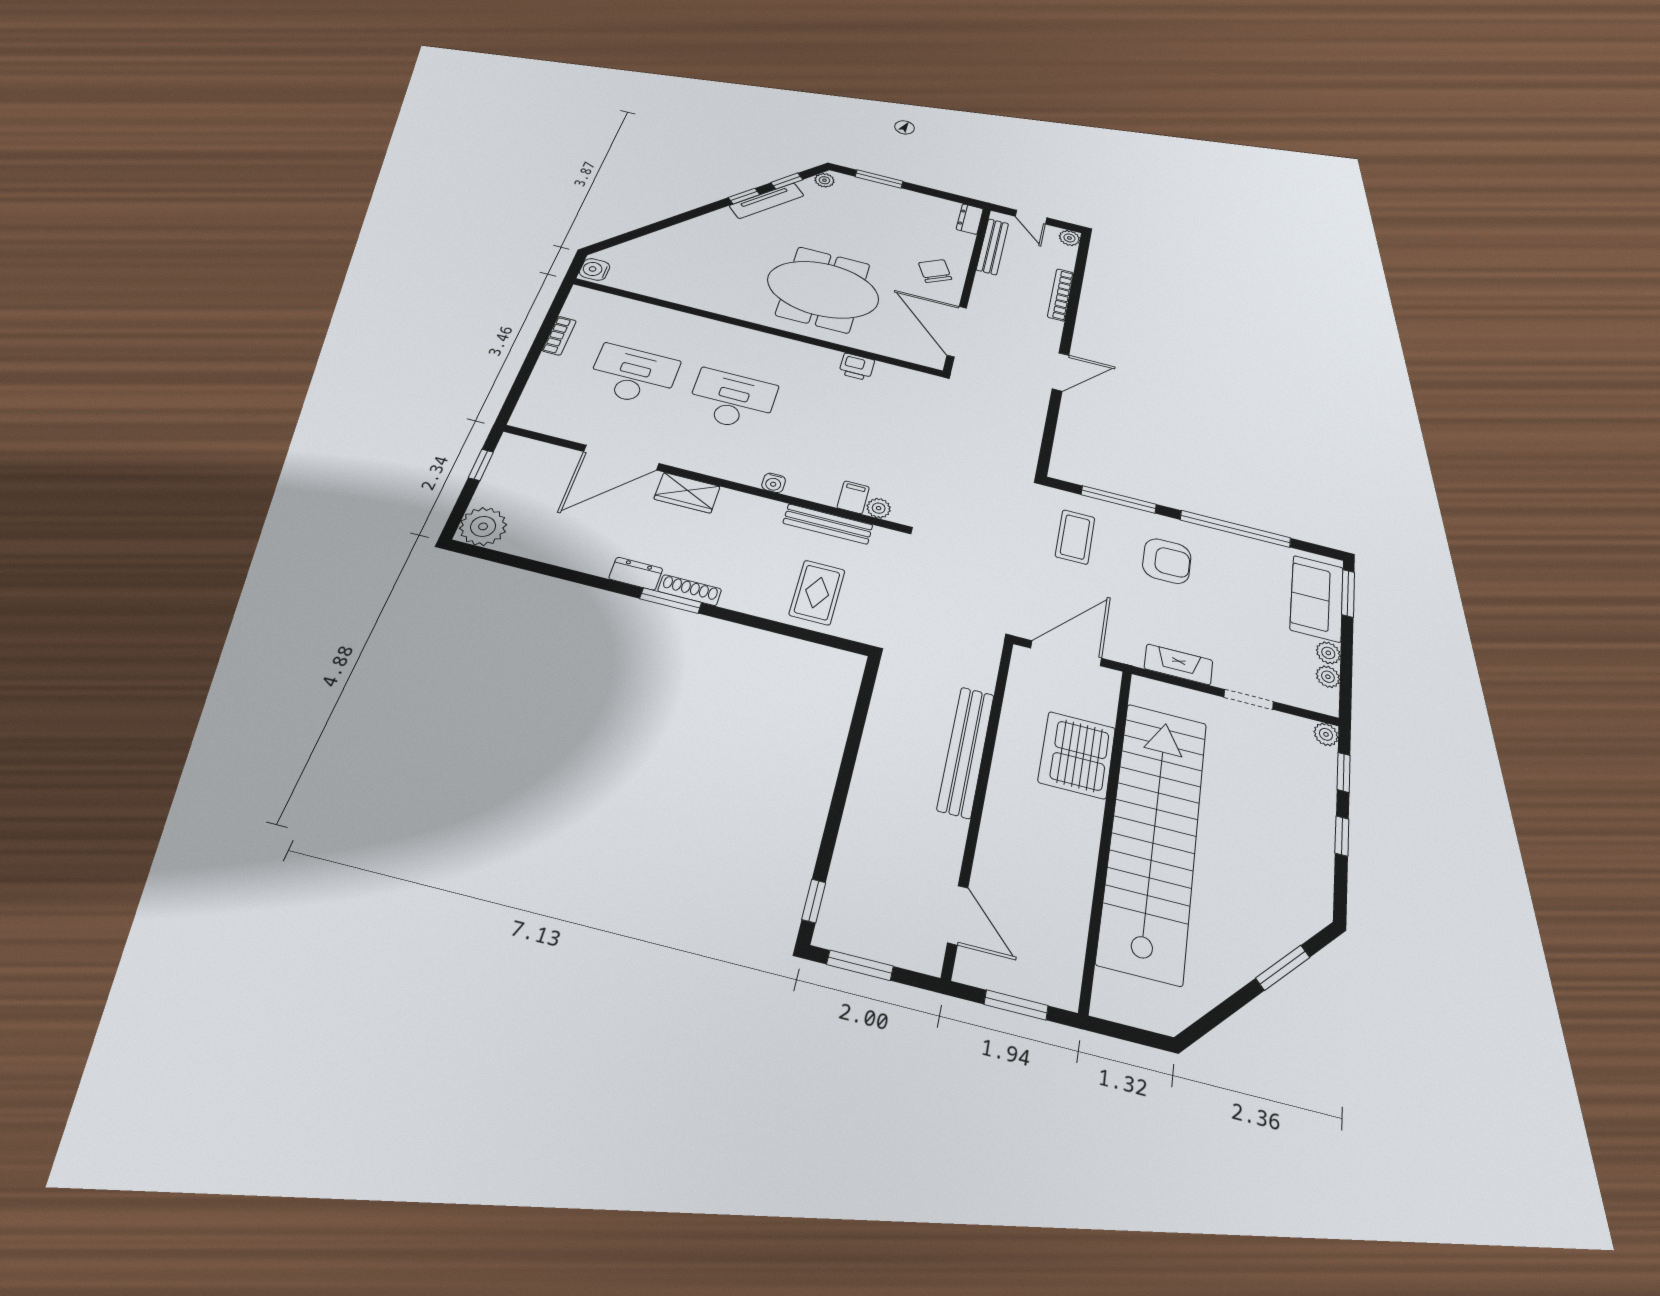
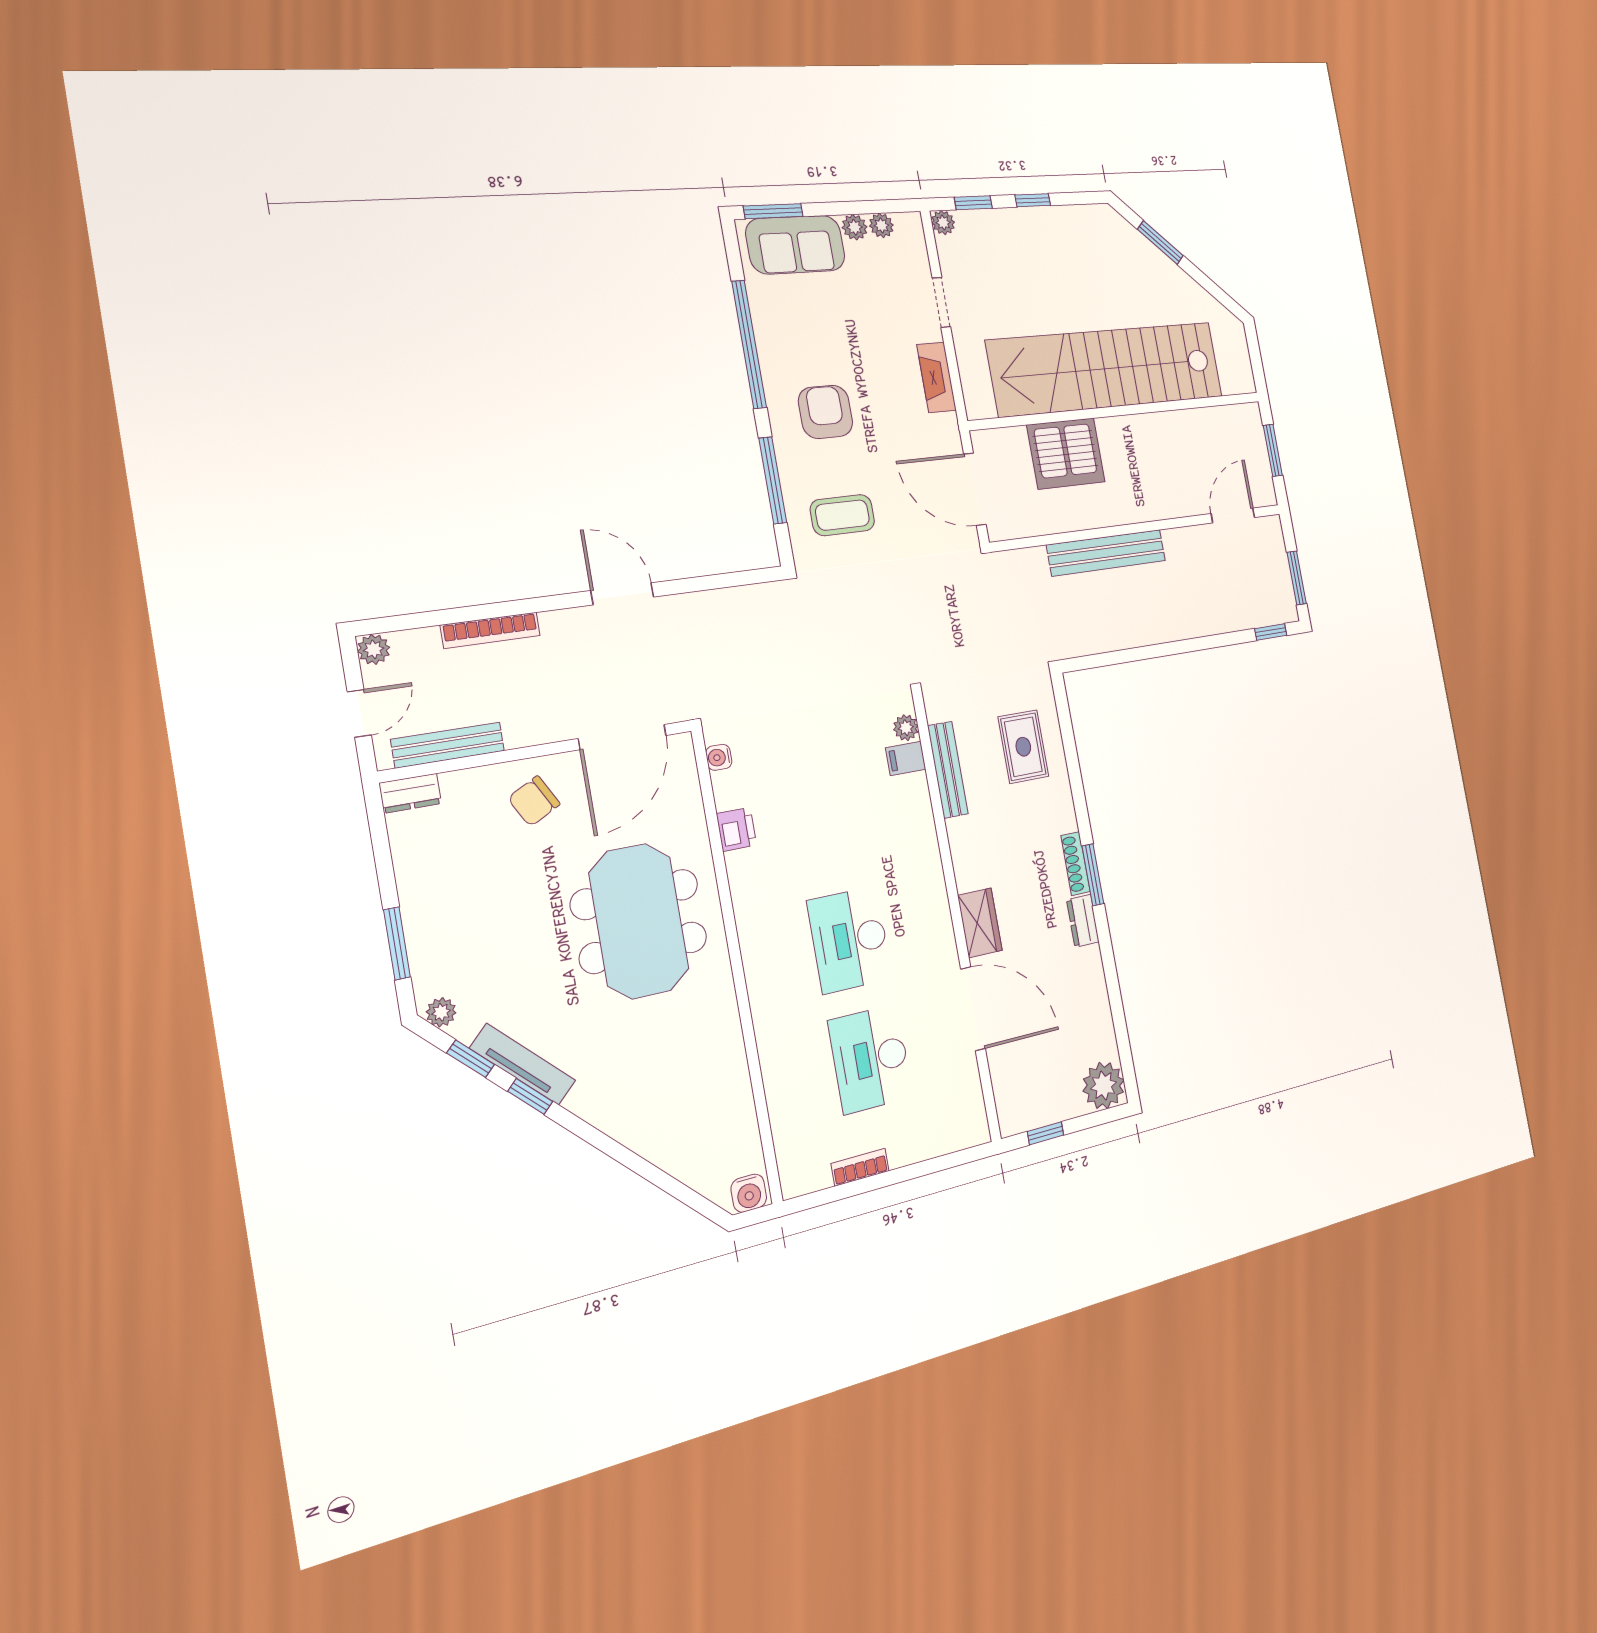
water cooler: (774, 483) -> (719, 757), moved, turned 180
rug: (817, 592) -> (1023, 747), turned 90

